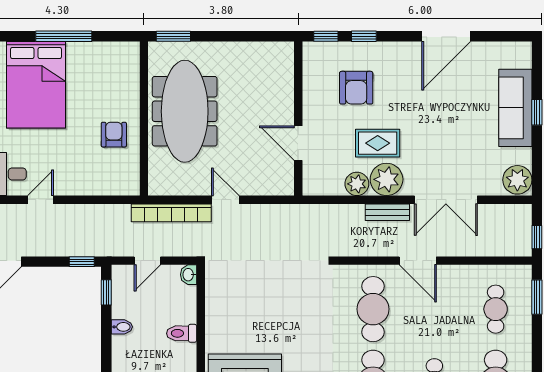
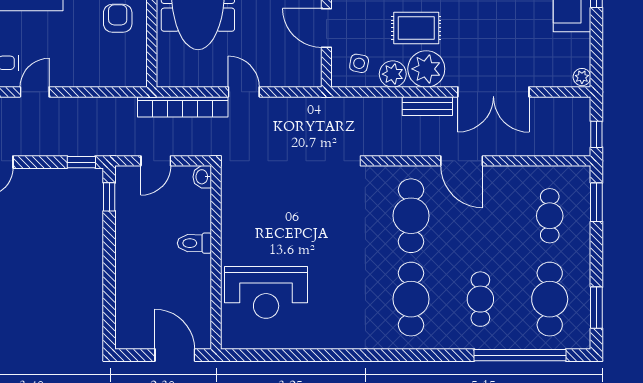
side table: (327, 174) -> (359, 63), added
plant: (517, 180) -> (582, 77), width x0.53, depth x0.53
bidet: (122, 327) -> (127, 236), removed

